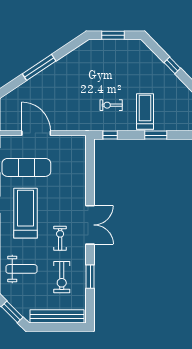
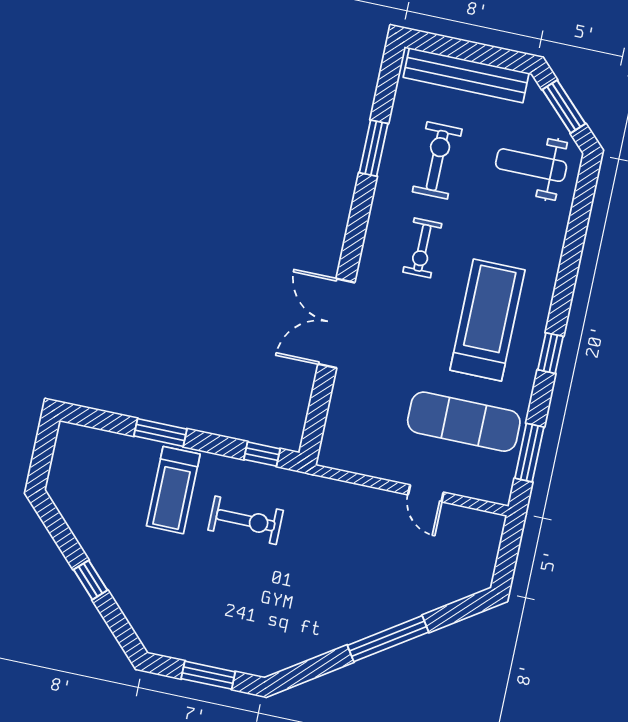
exercise bike: (111, 105) -> (246, 520), width x1.38, depth x1.39
door: (36, 133) -> (426, 493), width x0.53
treadmill: (26, 213) -> (487, 320), turned 180
double door: (90, 225) -> (336, 323), moved
weight bench: (22, 269) -> (531, 165), moved

